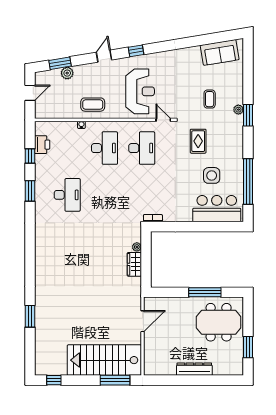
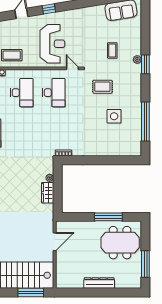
rug: (198, 141) -> (102, 87), turned 90
bar counter: (217, 209) -> (118, 145), removed
window: (248, 347) -> (145, 264), width x1.44

